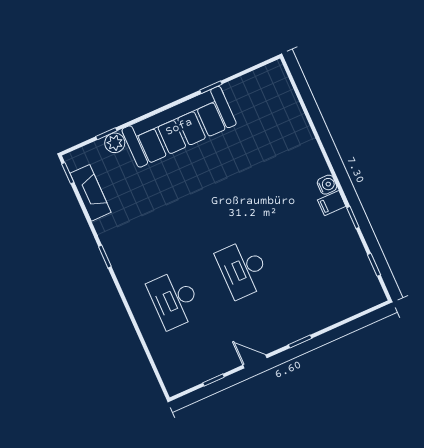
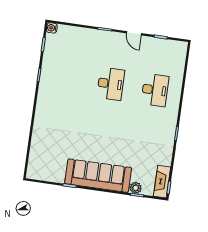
water cooler: (327, 185) -> (52, 28), moved
fireplace: (90, 193) -> (162, 182), moved
filing cabinet: (332, 203) -> (45, 89), removed

